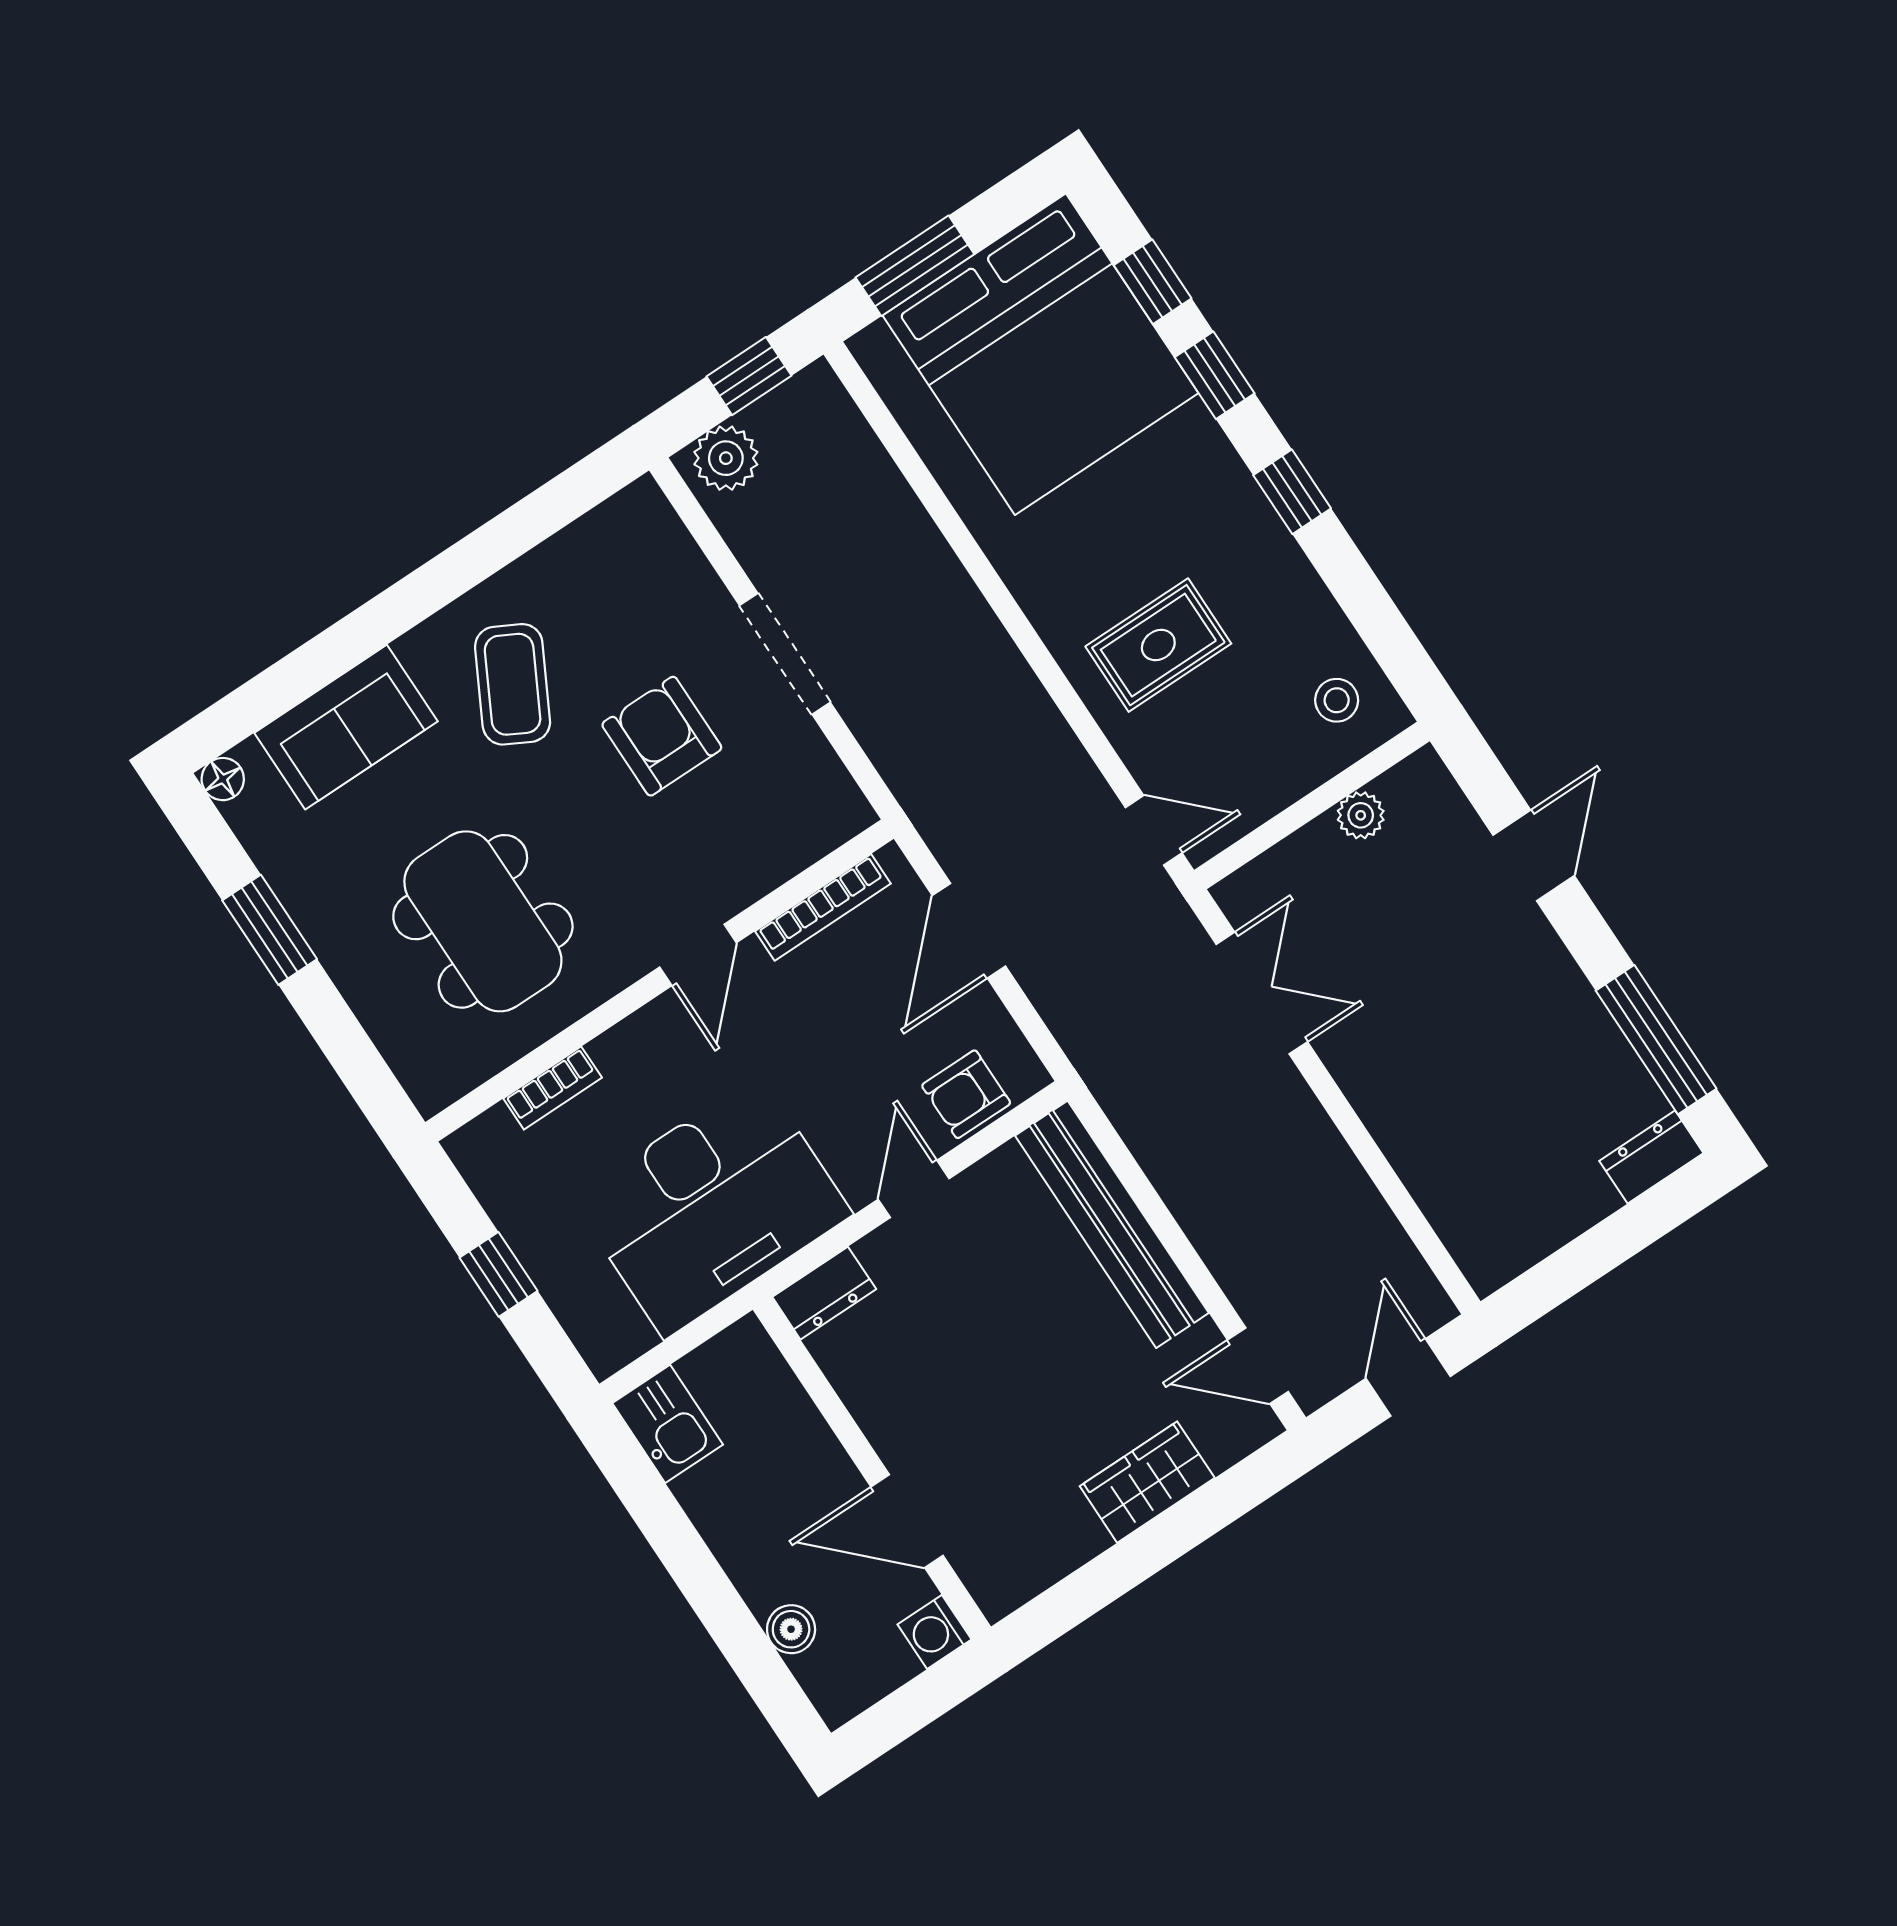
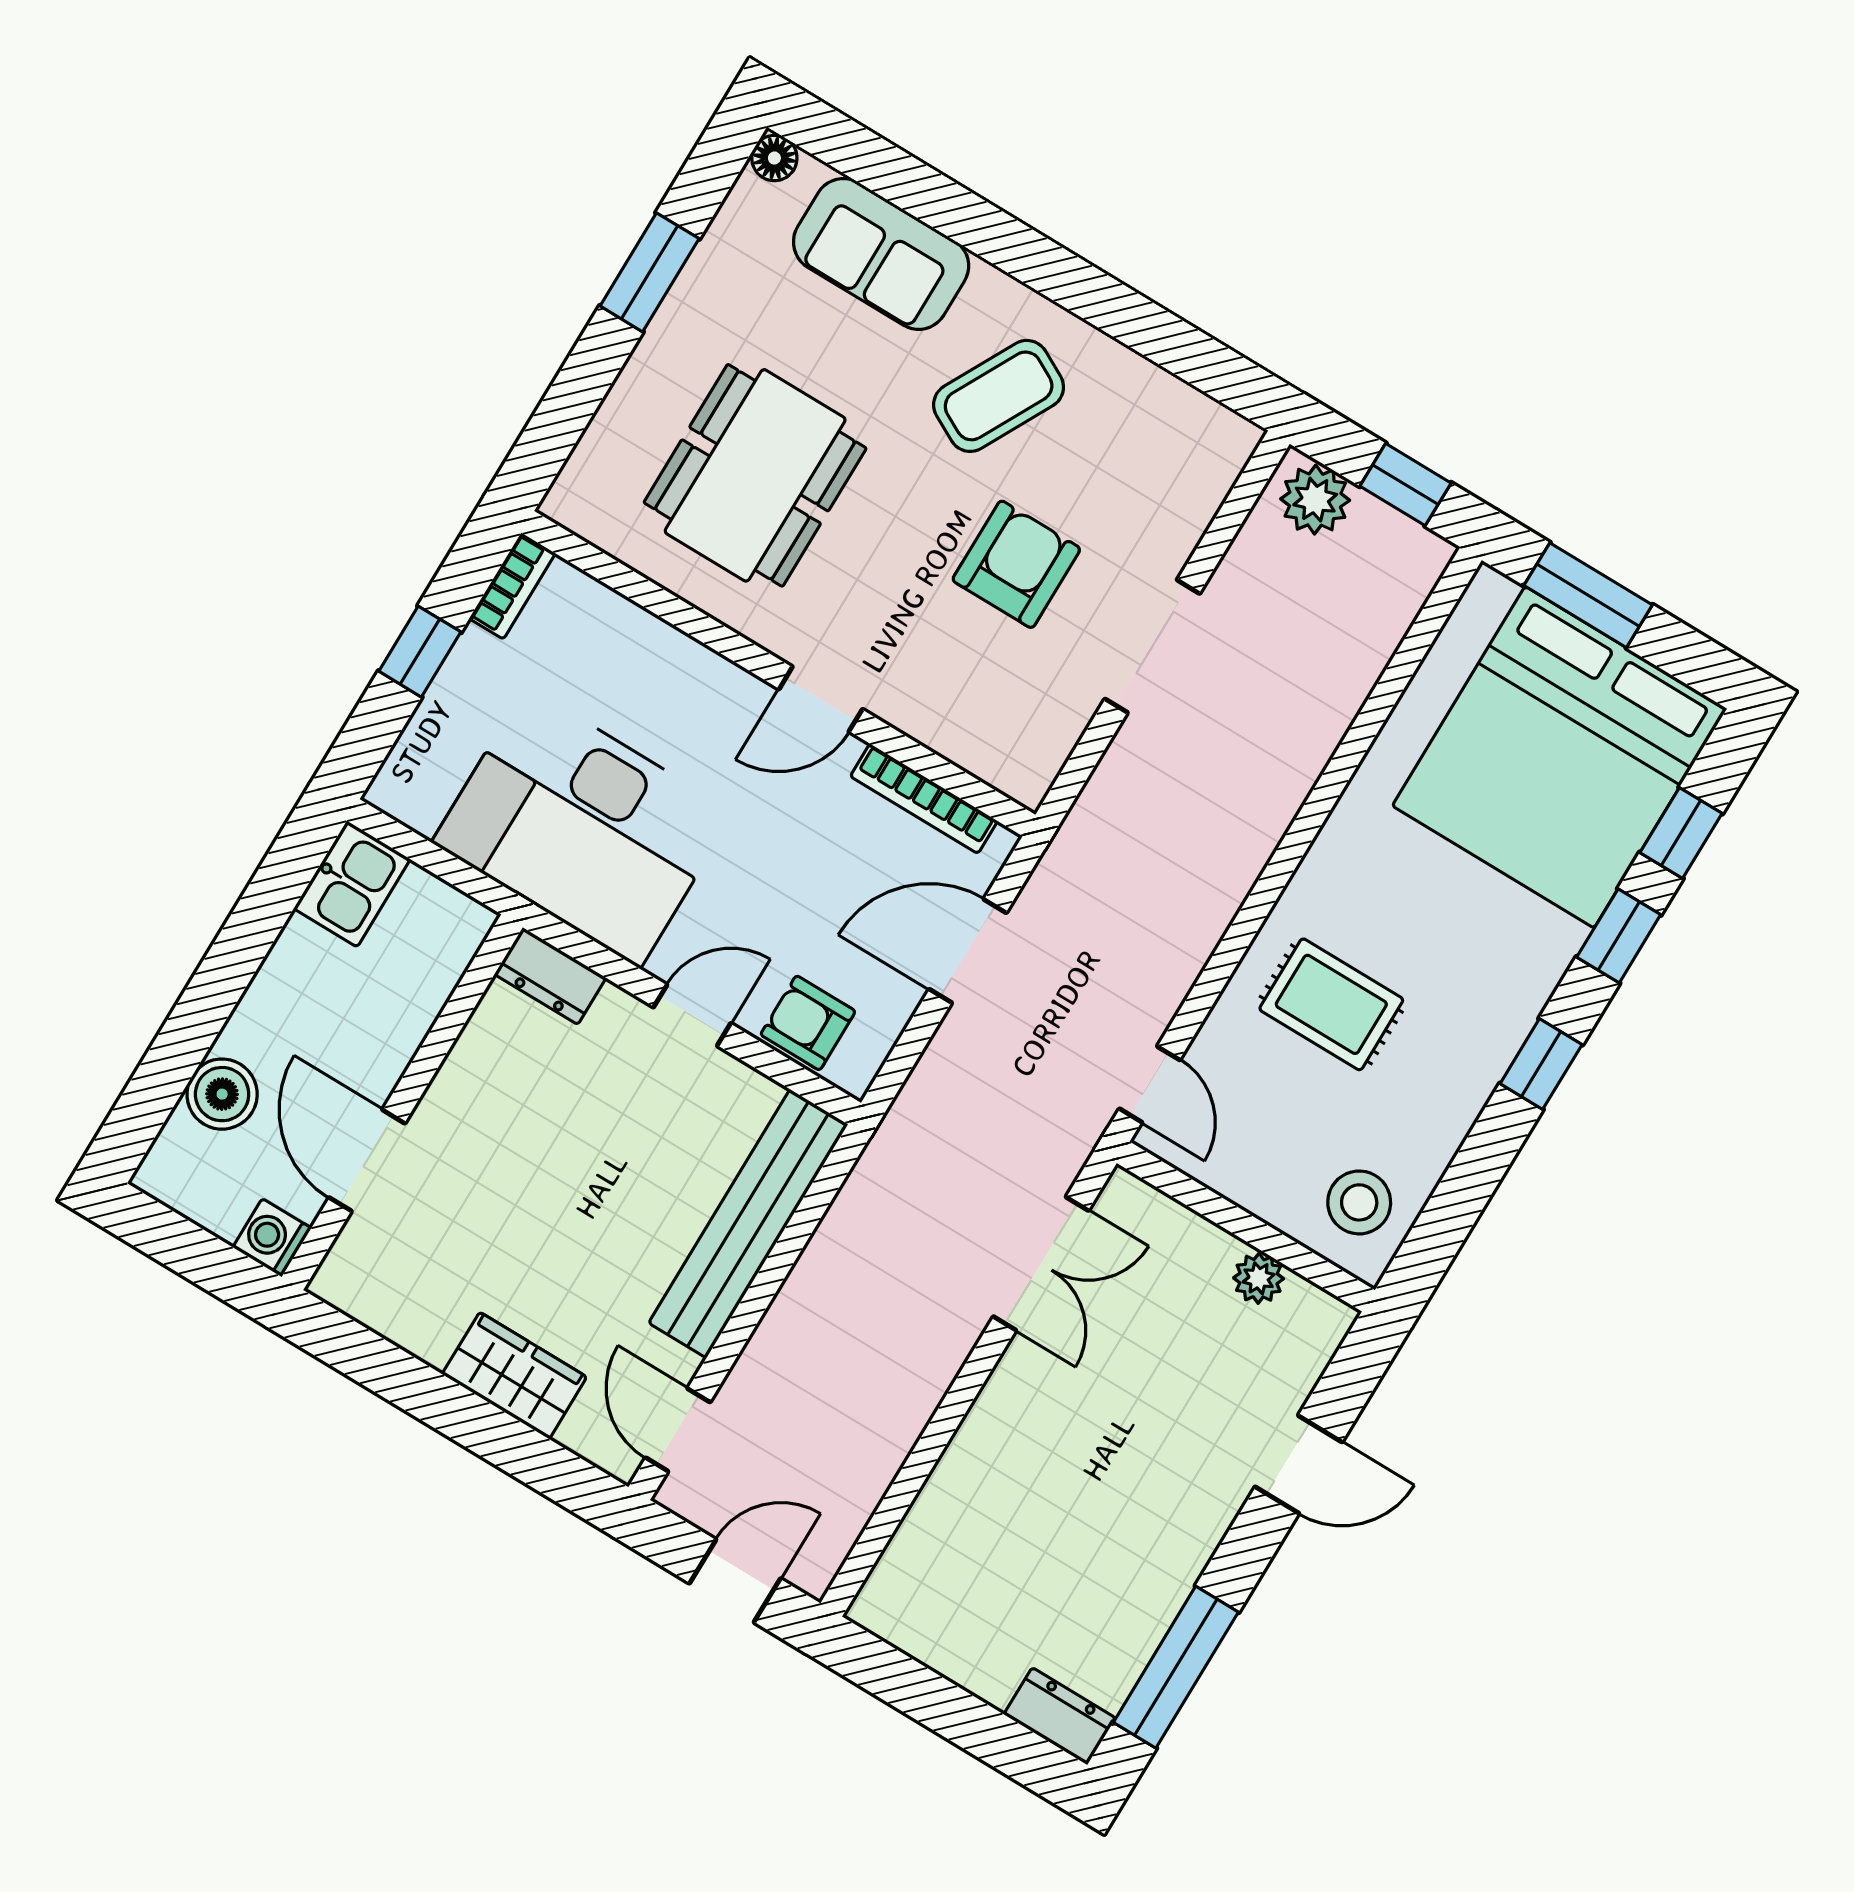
stool: (1337, 700) -> (1359, 1202), width x1.37, depth x1.37
bookcase: (553, 1088) -> (512, 586), moved, turned -90
boiler: (791, 1629) -> (222, 1094), width x1.36, depth x1.36

